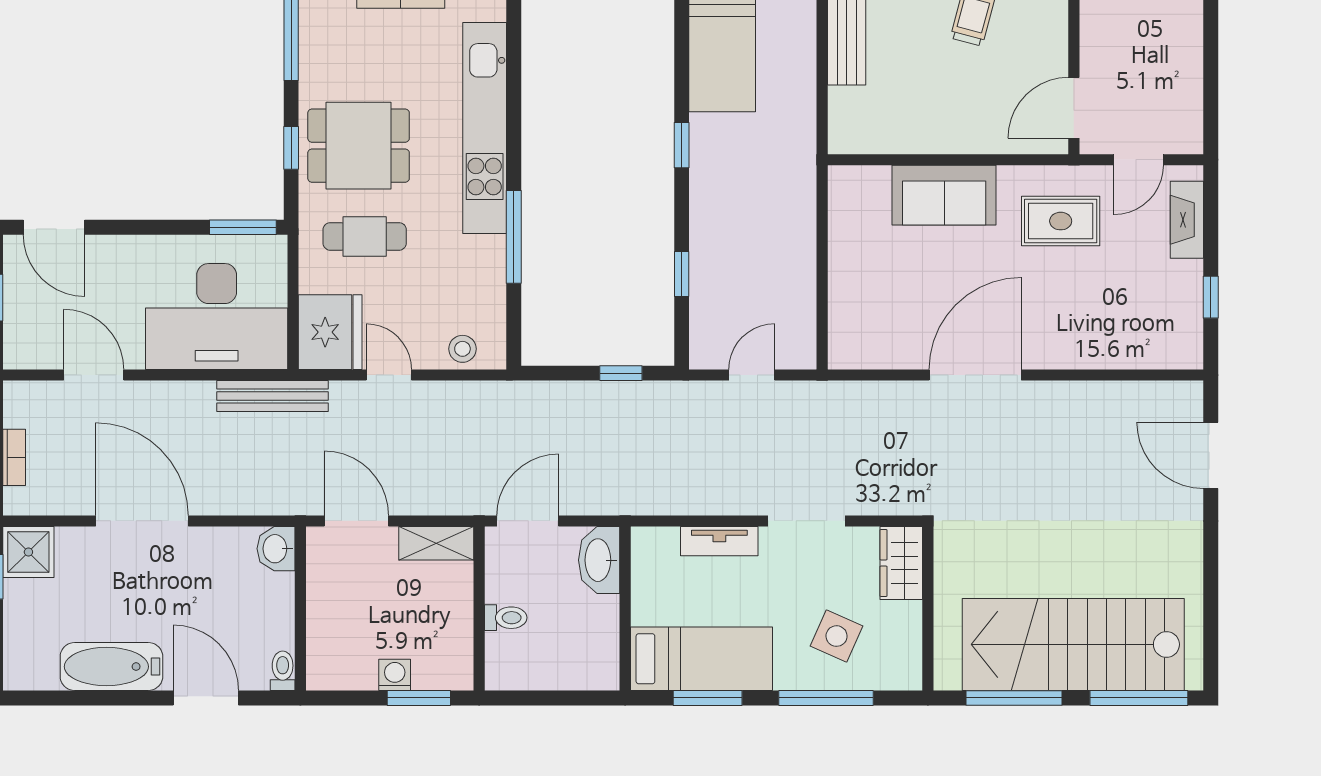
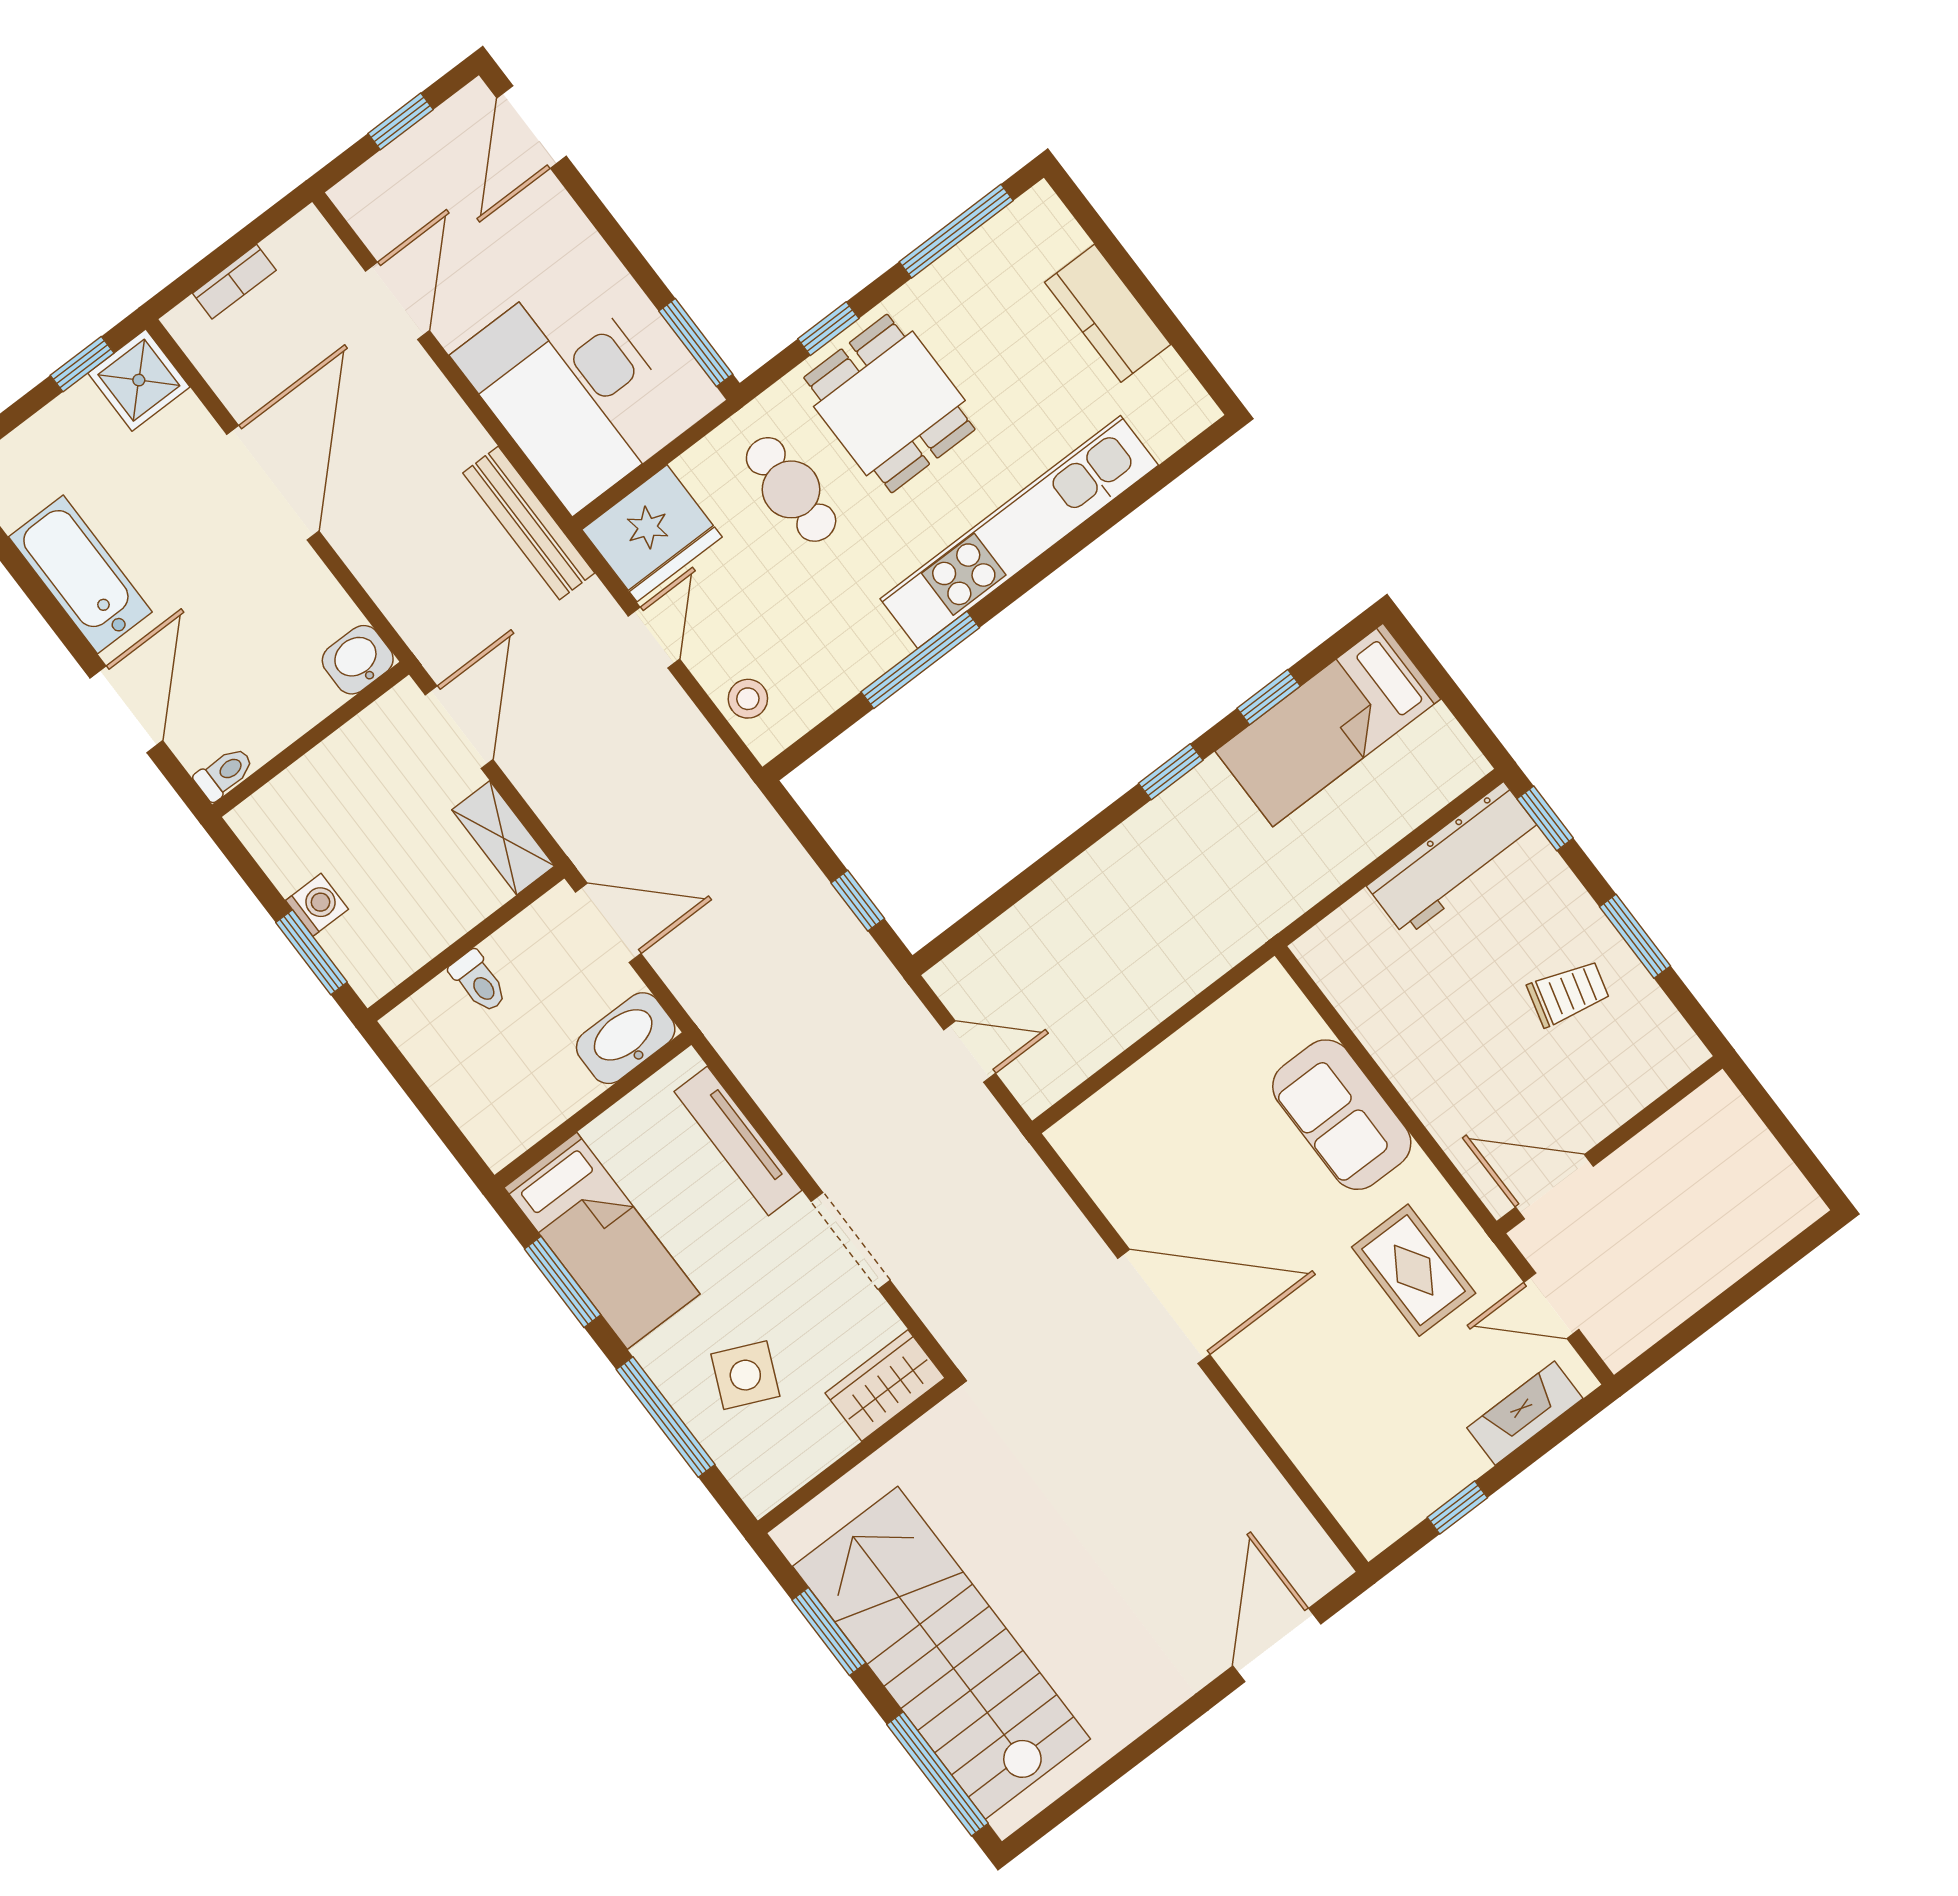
window: (682, 274) -> (1269, 697), moved
tv unit: (719, 541) -> (738, 1141), width x1.41
window: (1014, 698) -> (829, 1631), width x0.69

